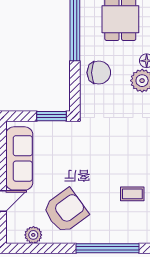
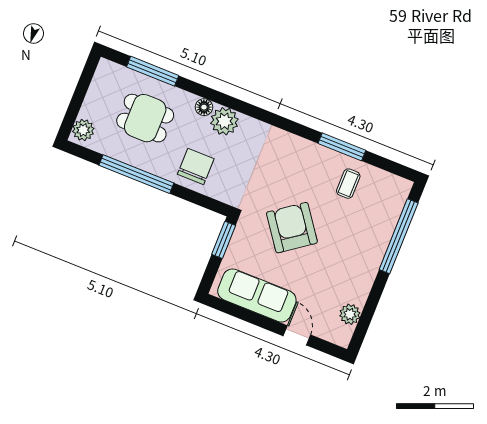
armchair: (66, 211) -> (292, 228), moved

